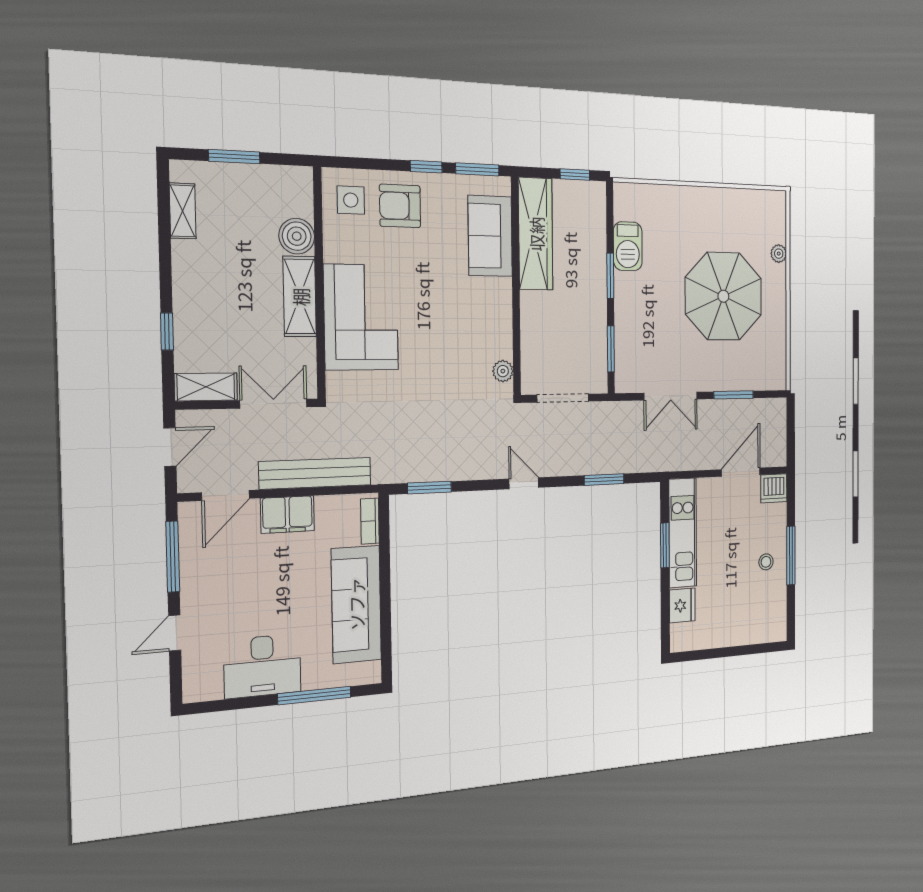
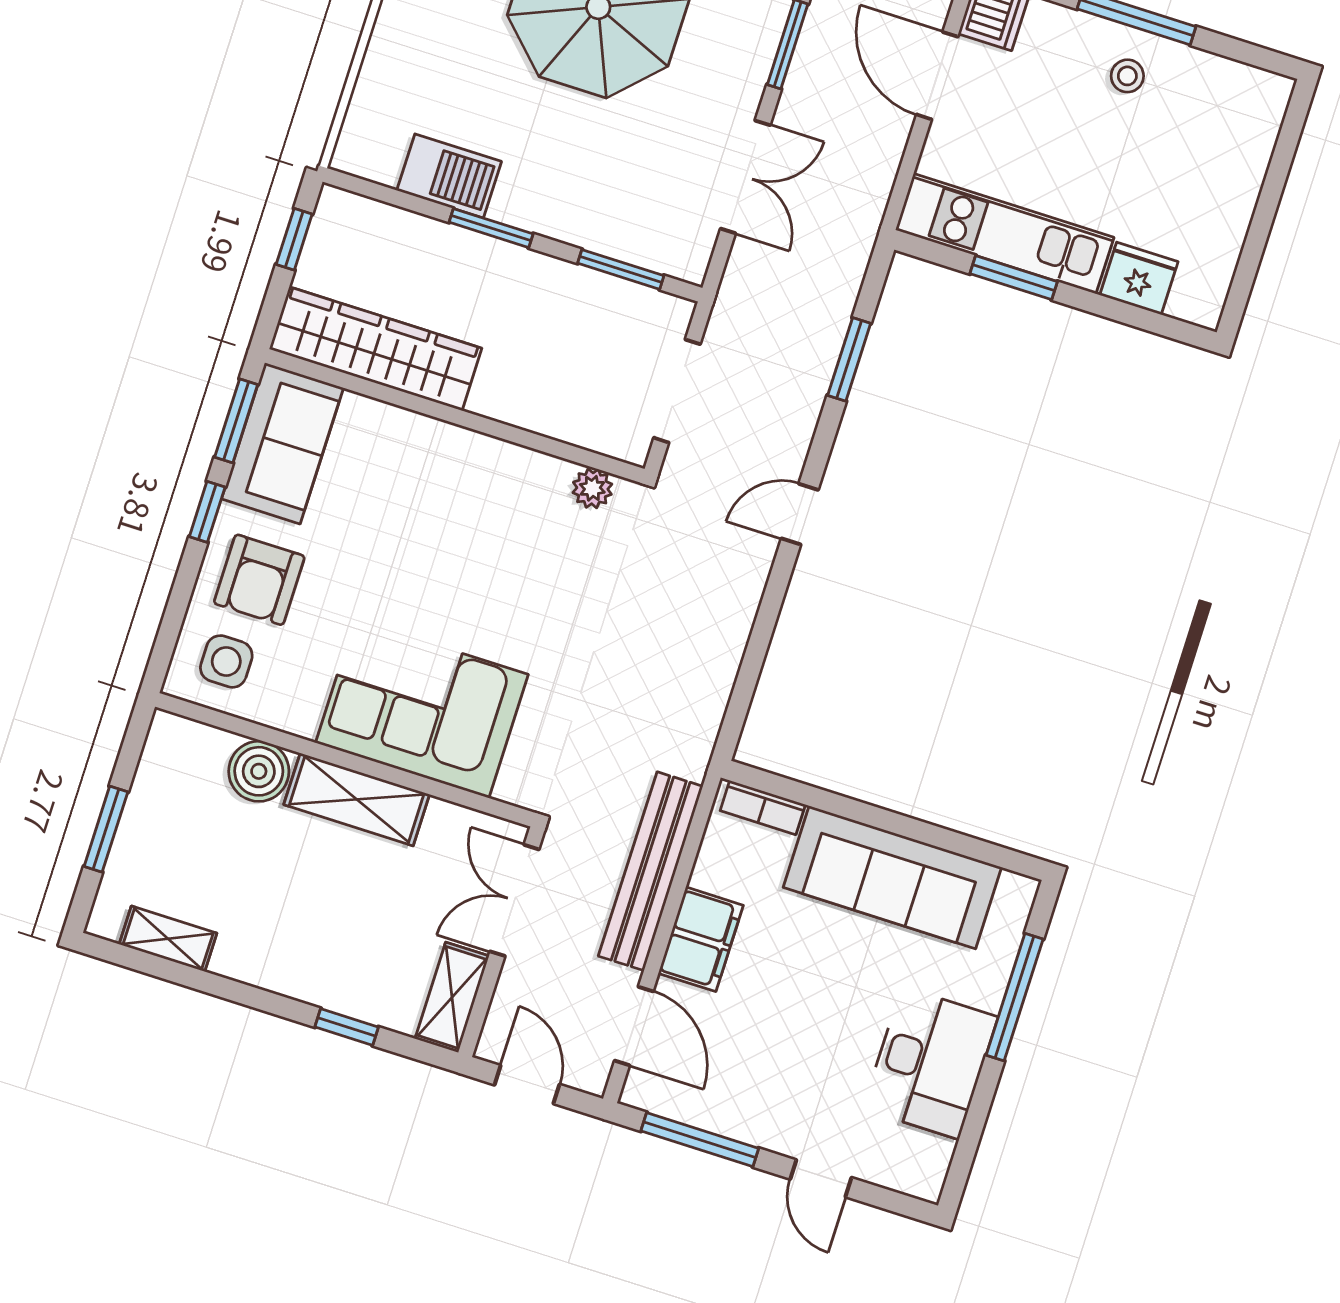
sofa: (490, 236) -> (282, 443), moved, turned -90
window: (429, 488) -> (745, 687), removed

